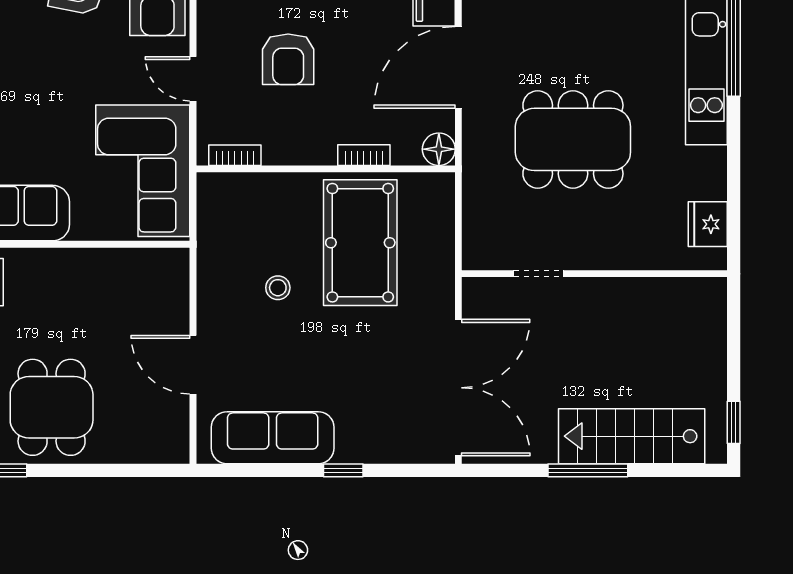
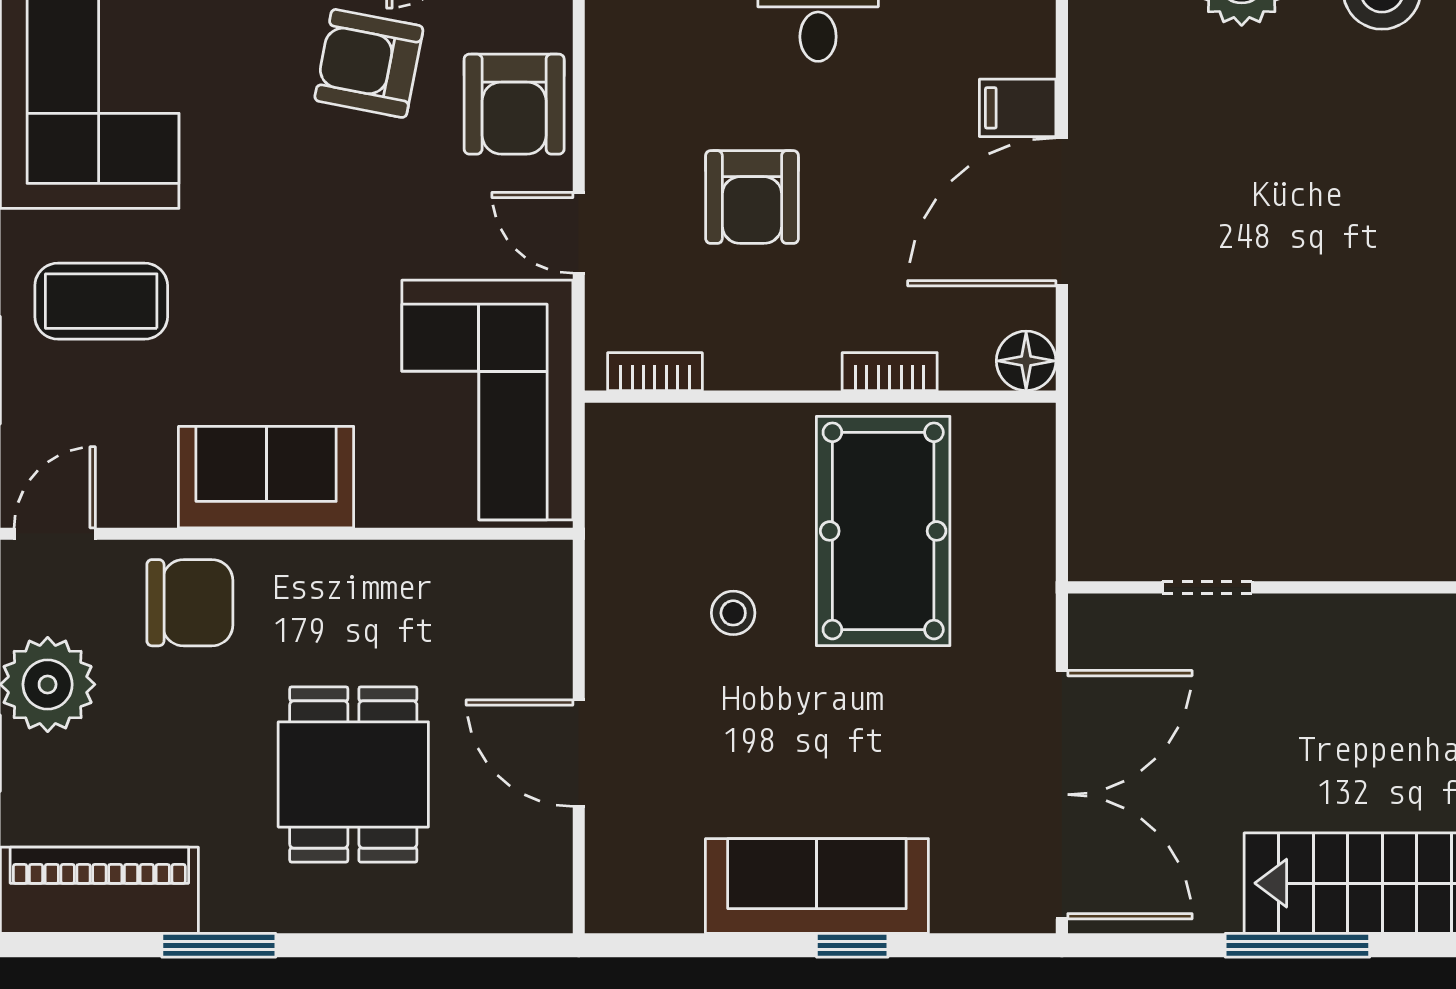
dining table: (573, 139) -> (1270, 343), removed
dining table: (52, 407) -> (353, 774), moved
sofa: (273, 438) -> (817, 886), moved

